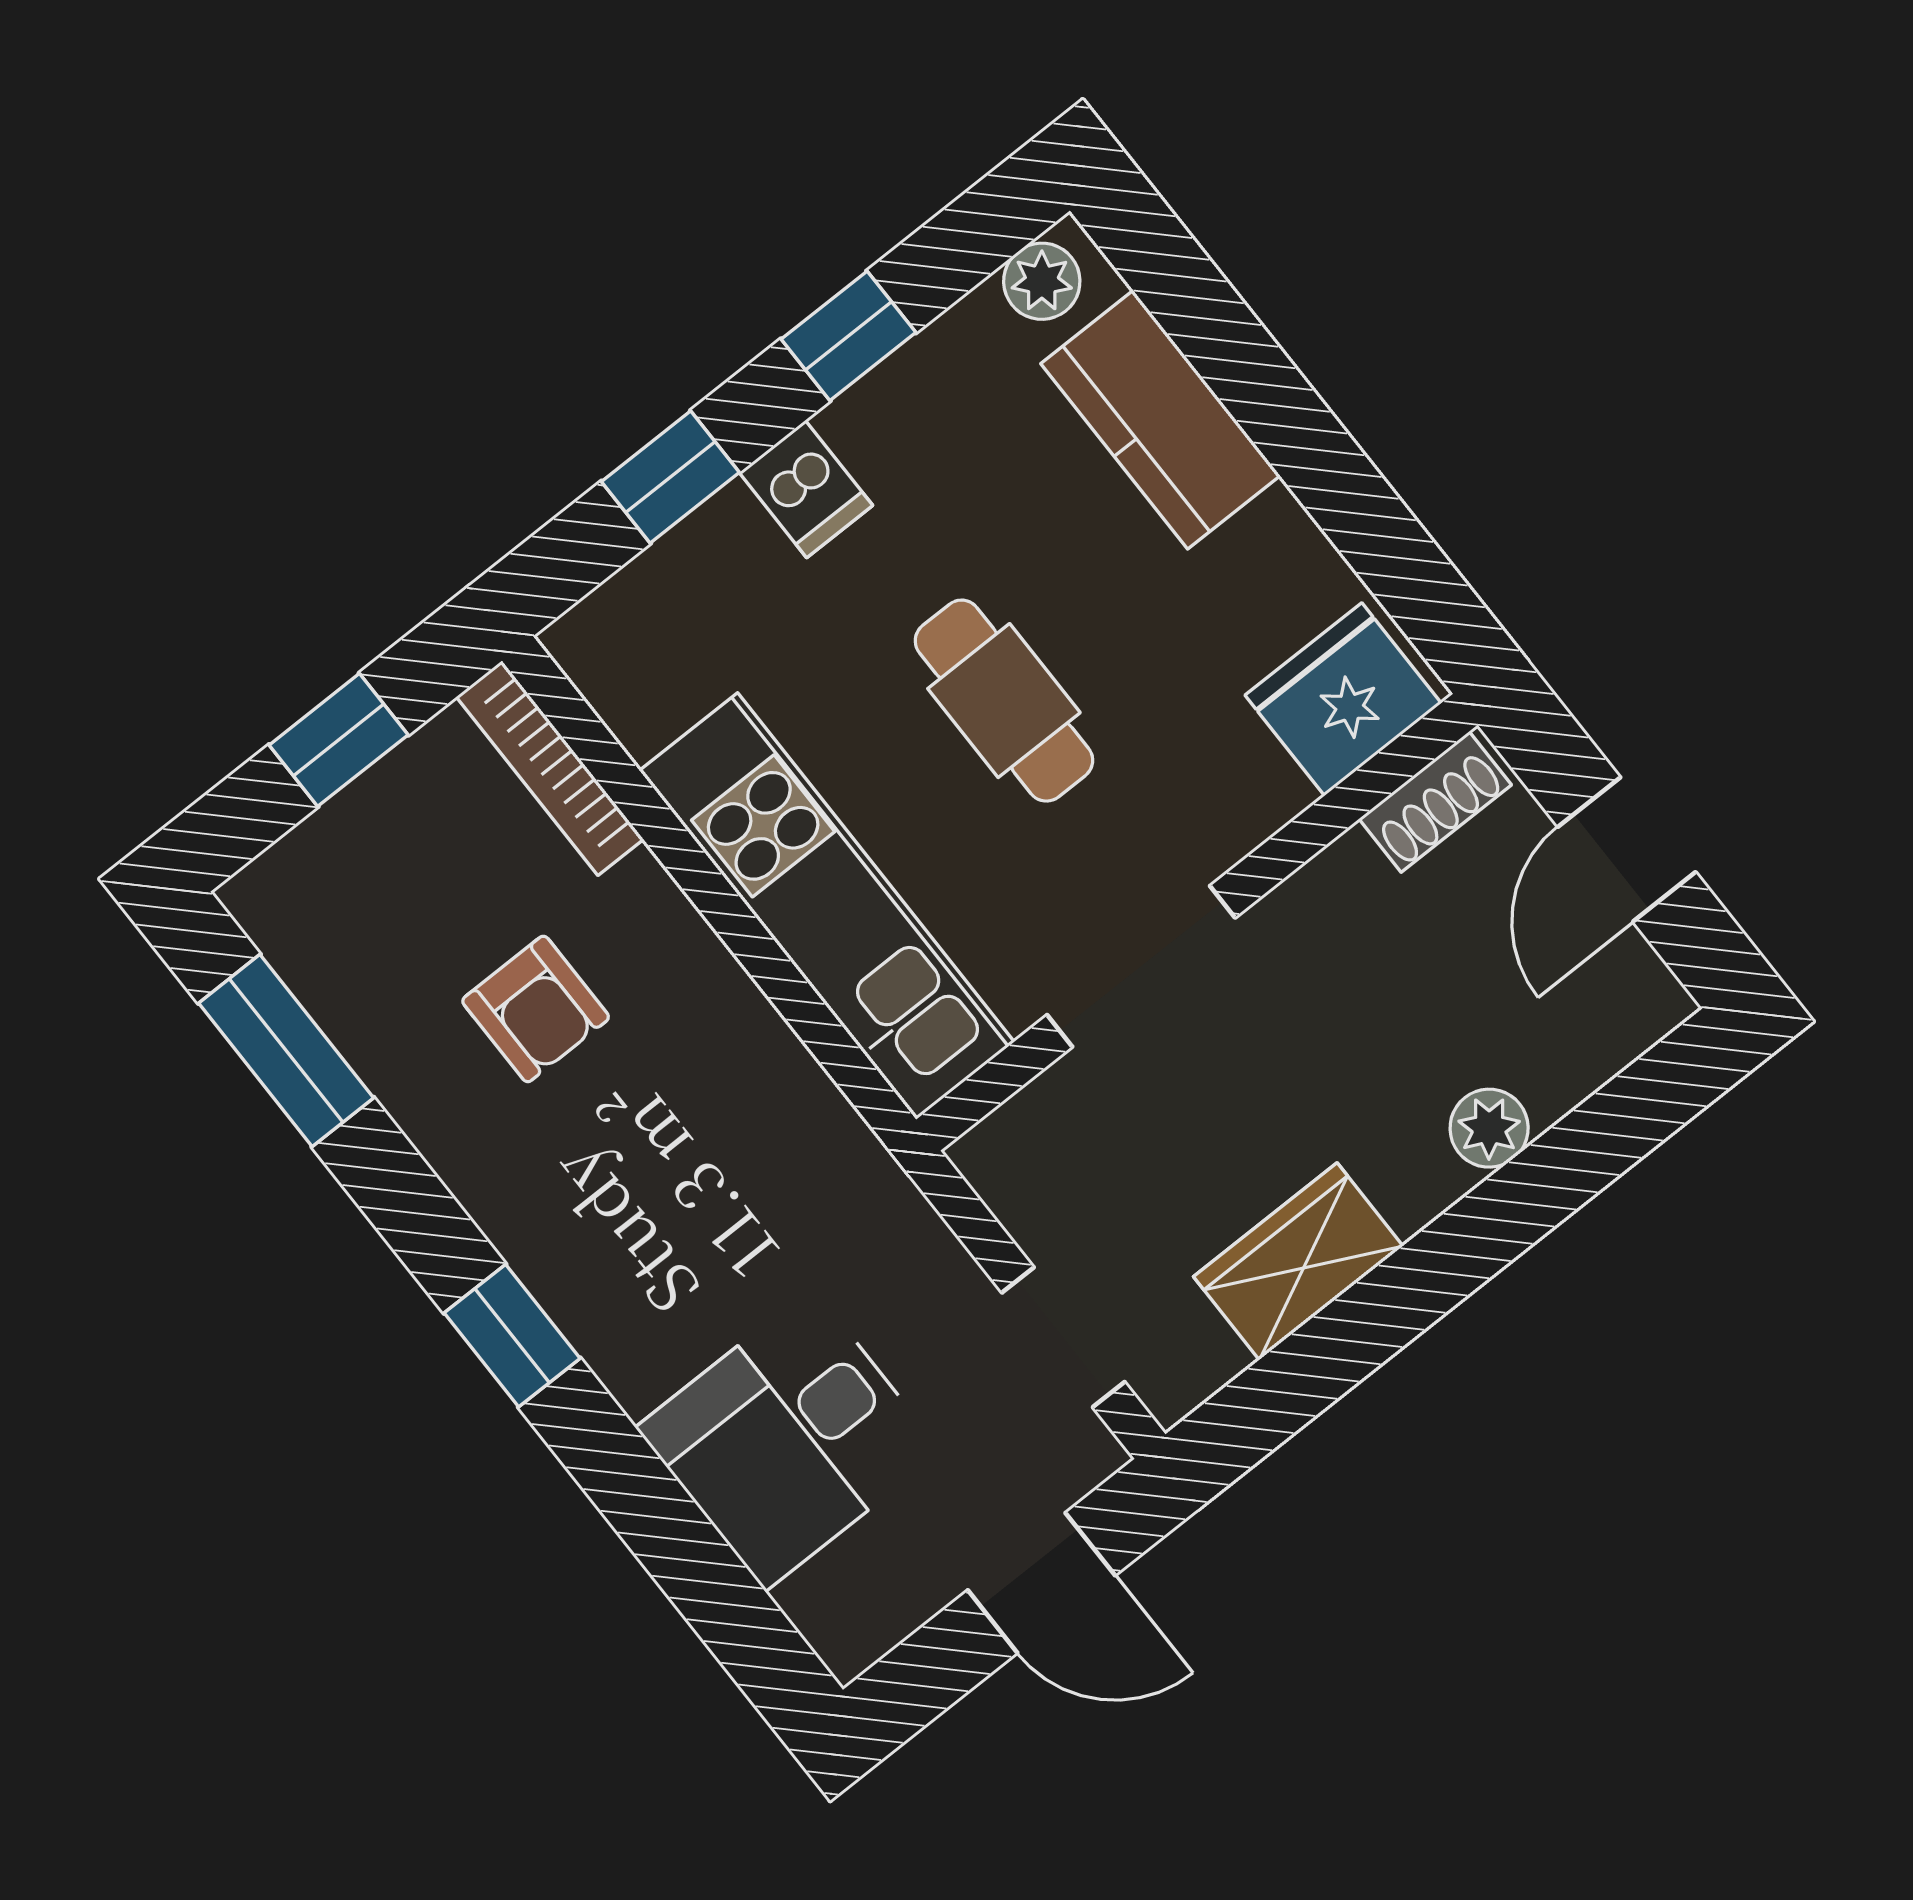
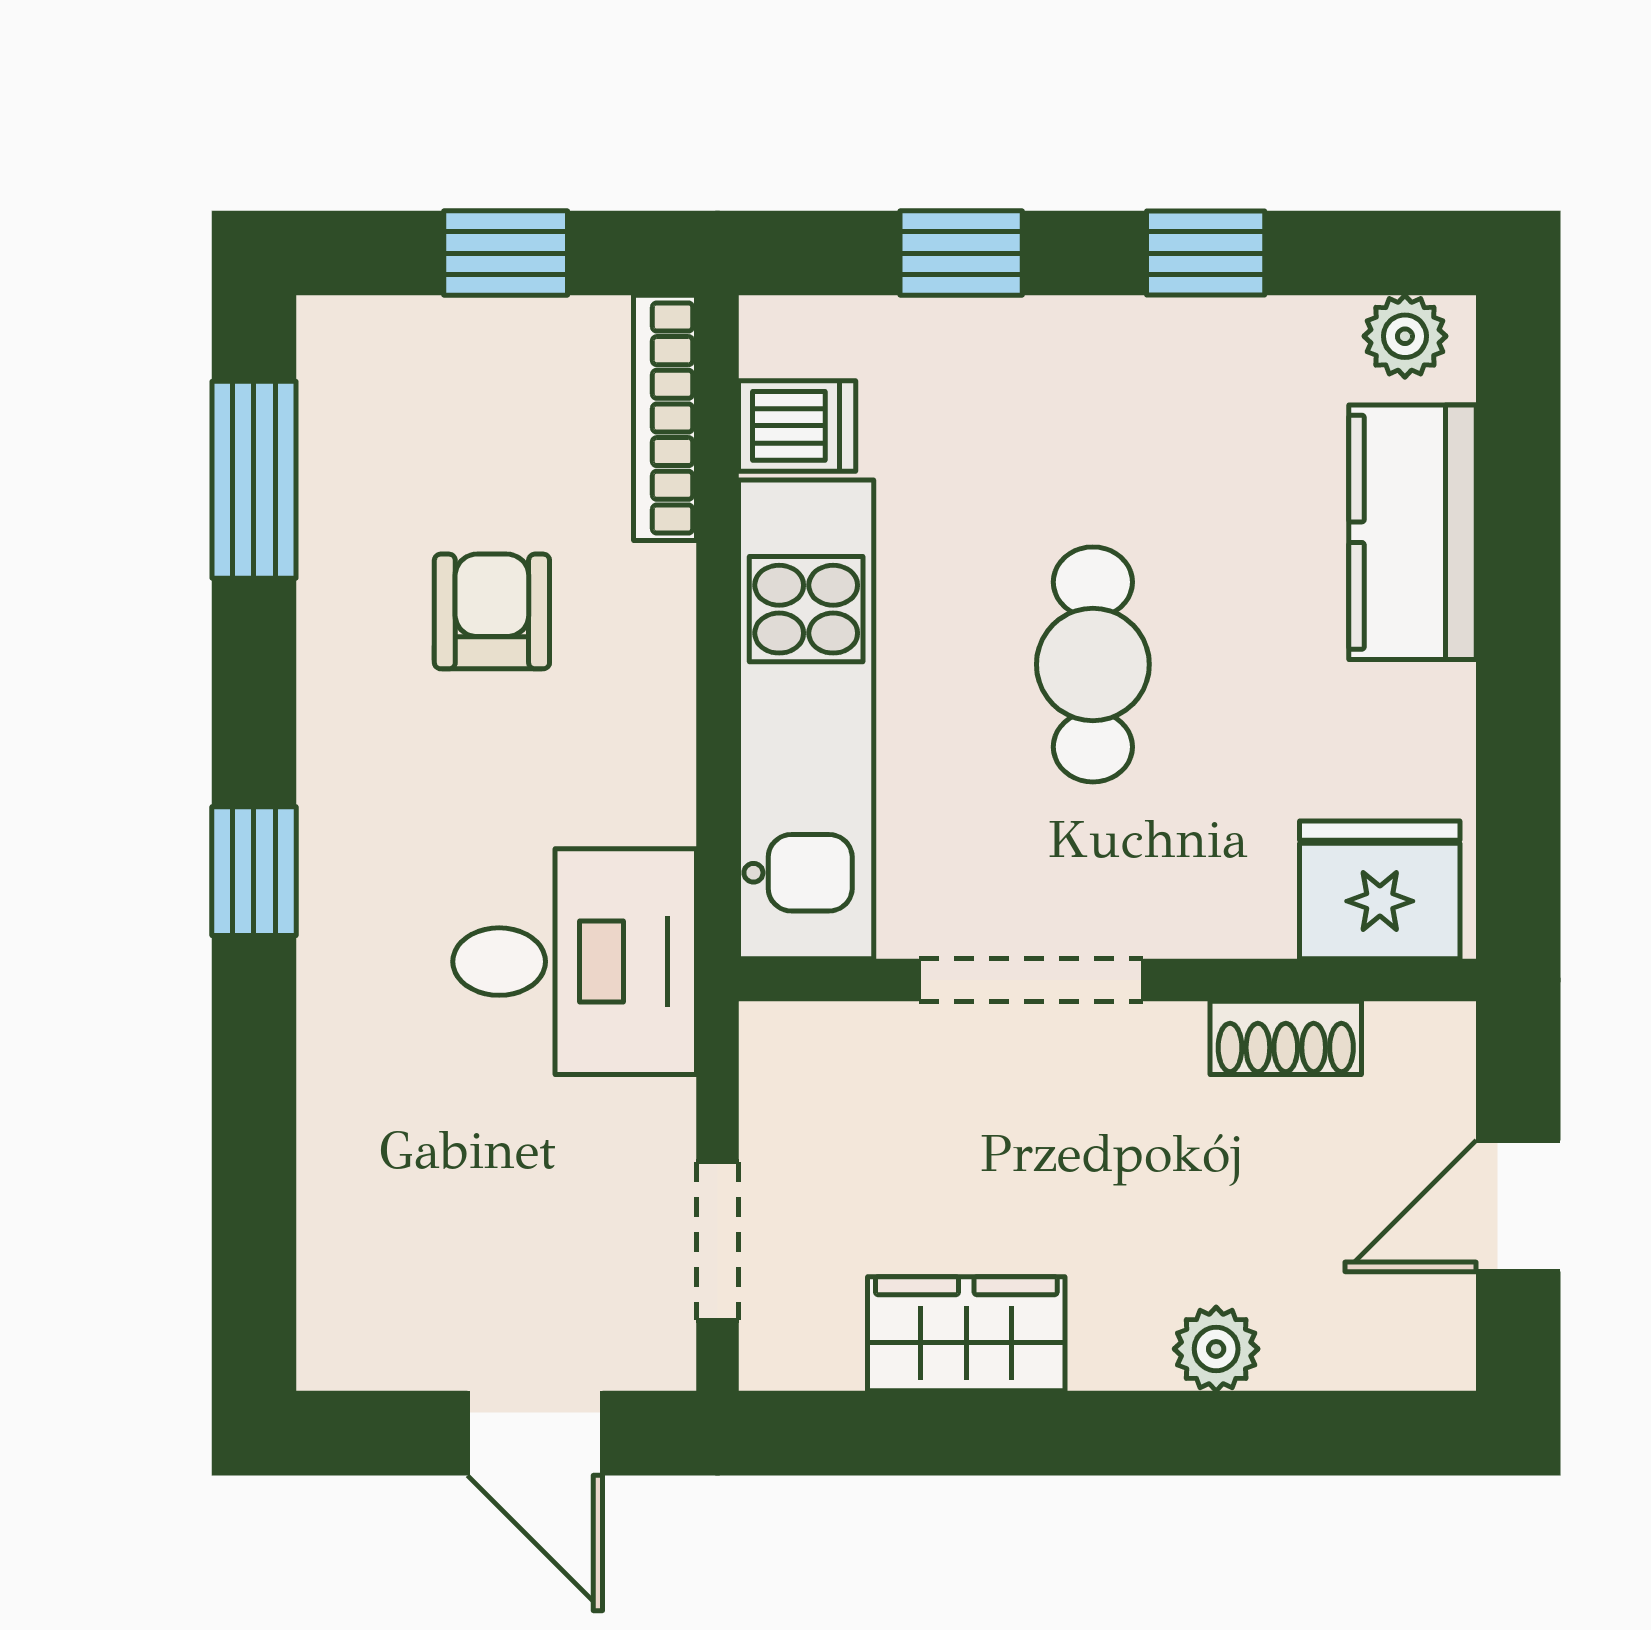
dishwasher: (806, 489) -> (797, 426), moved, turned -90
shoe rack: (1435, 802) -> (1286, 1038), moved
armchair: (536, 1009) -> (492, 611), turned 180
desk: (789, 1439) -> (575, 962), moved, turned 180

